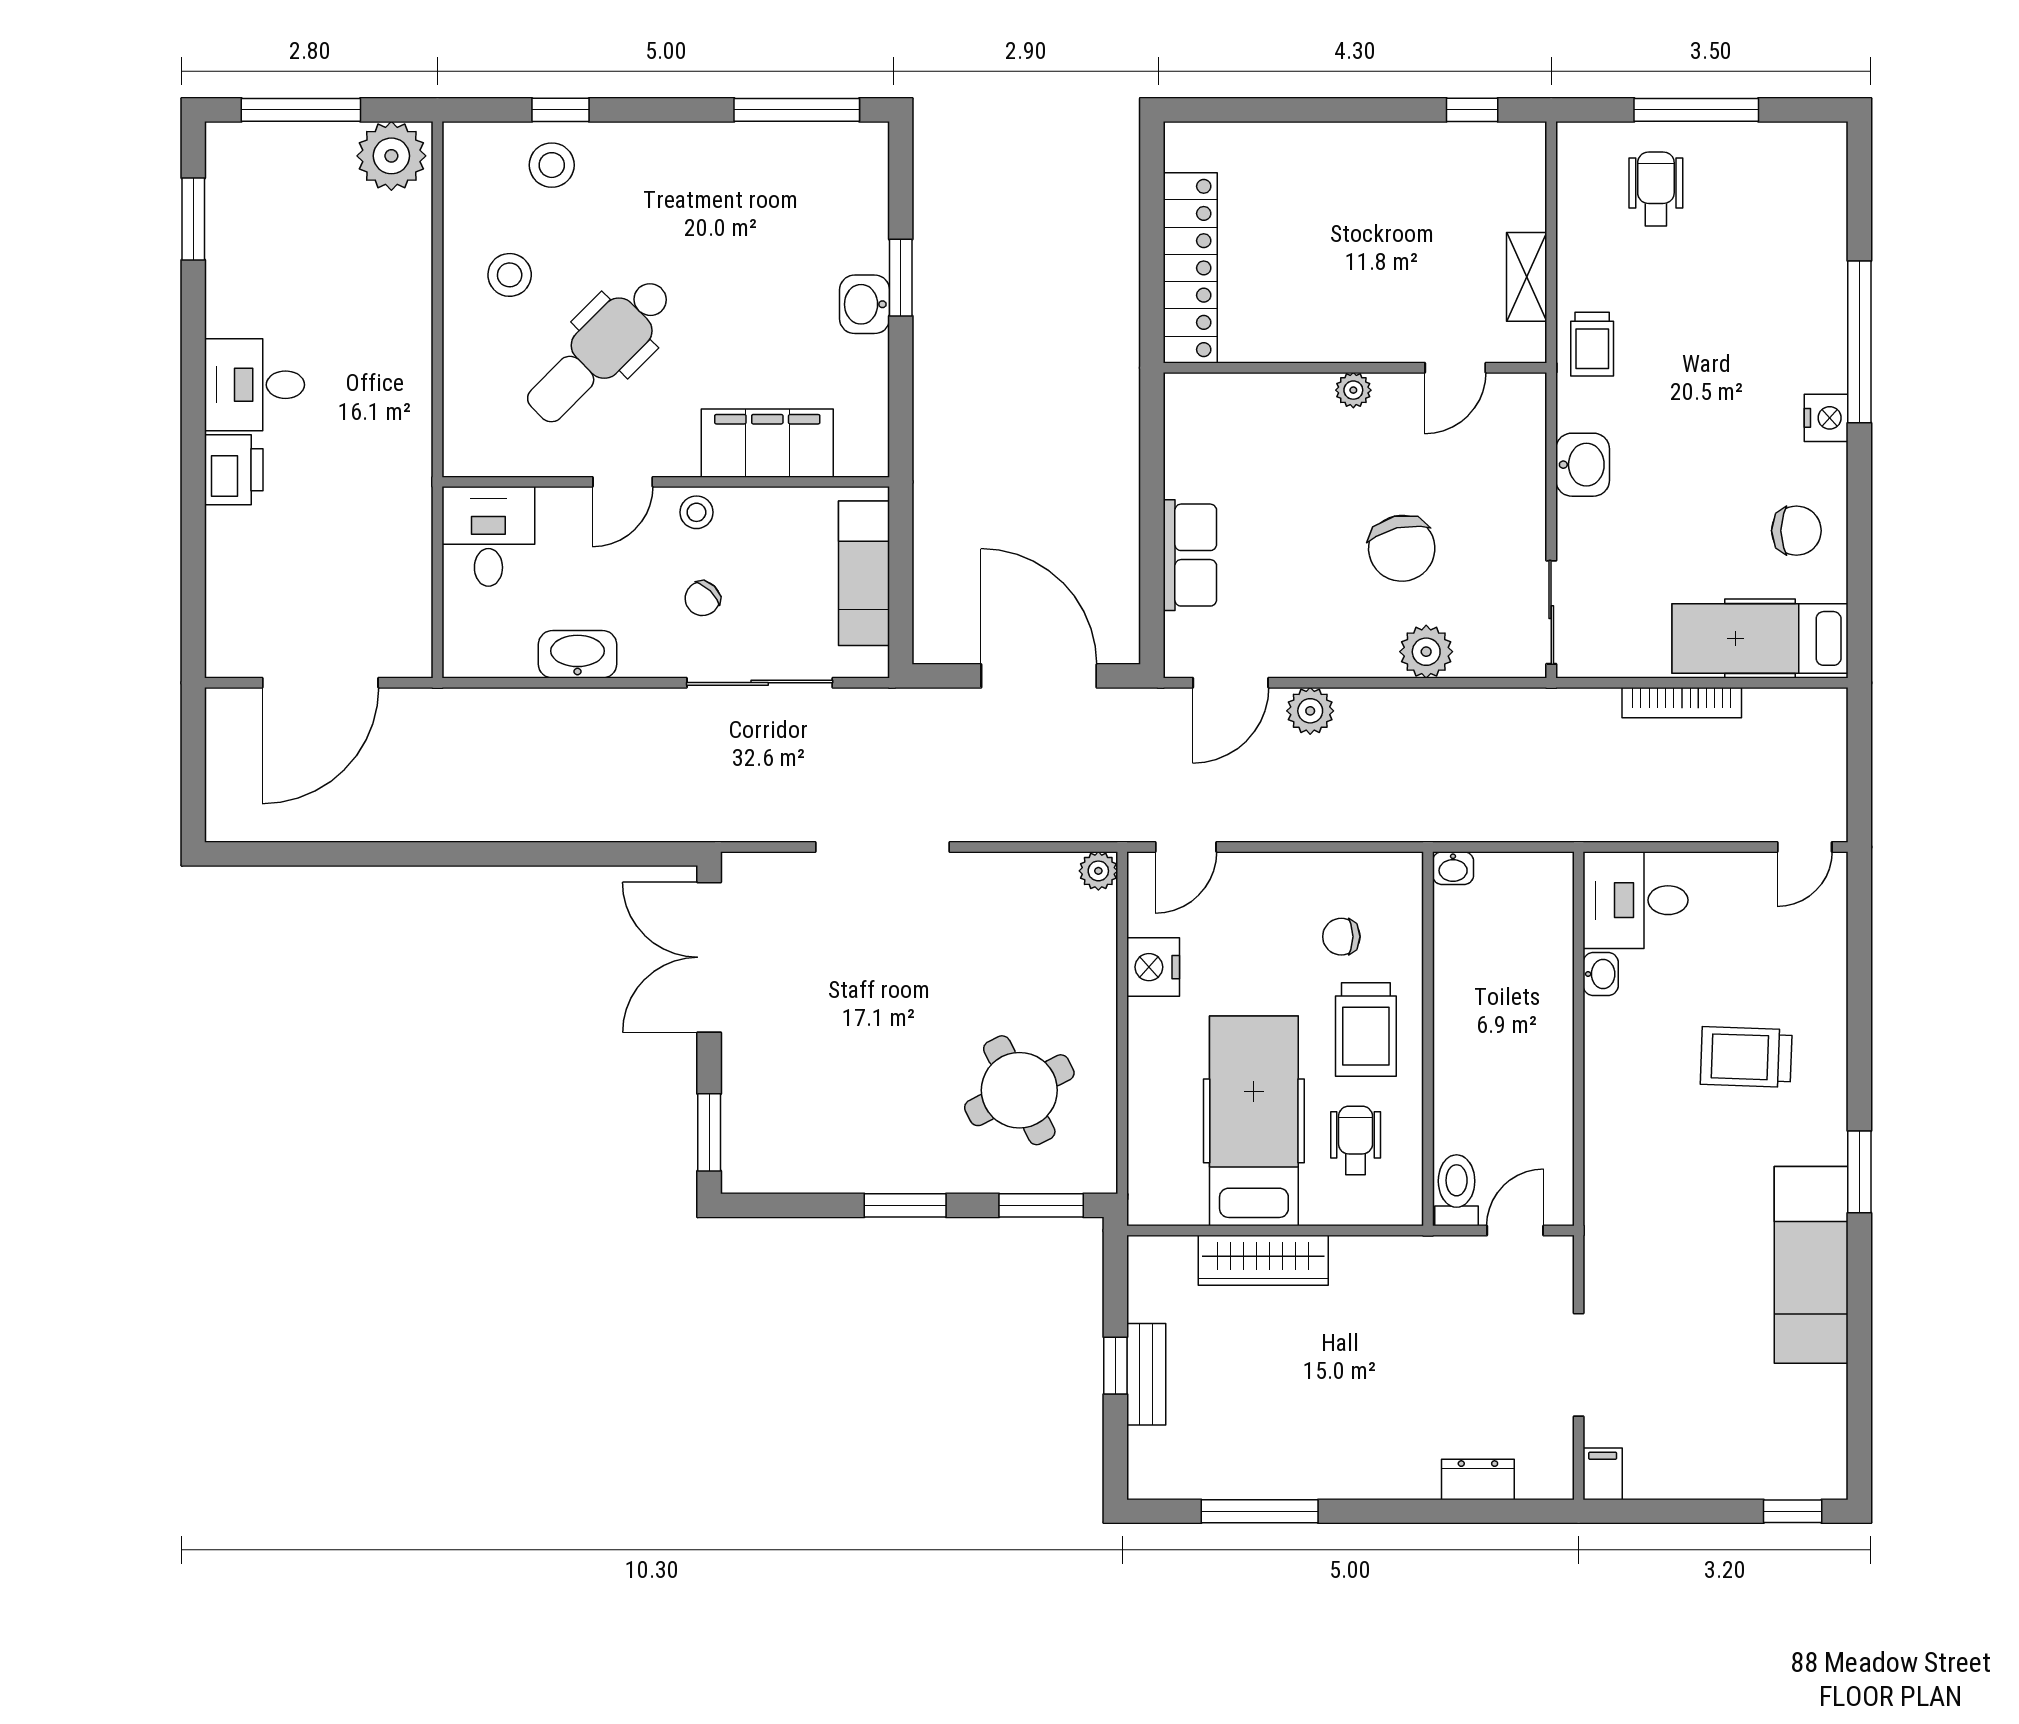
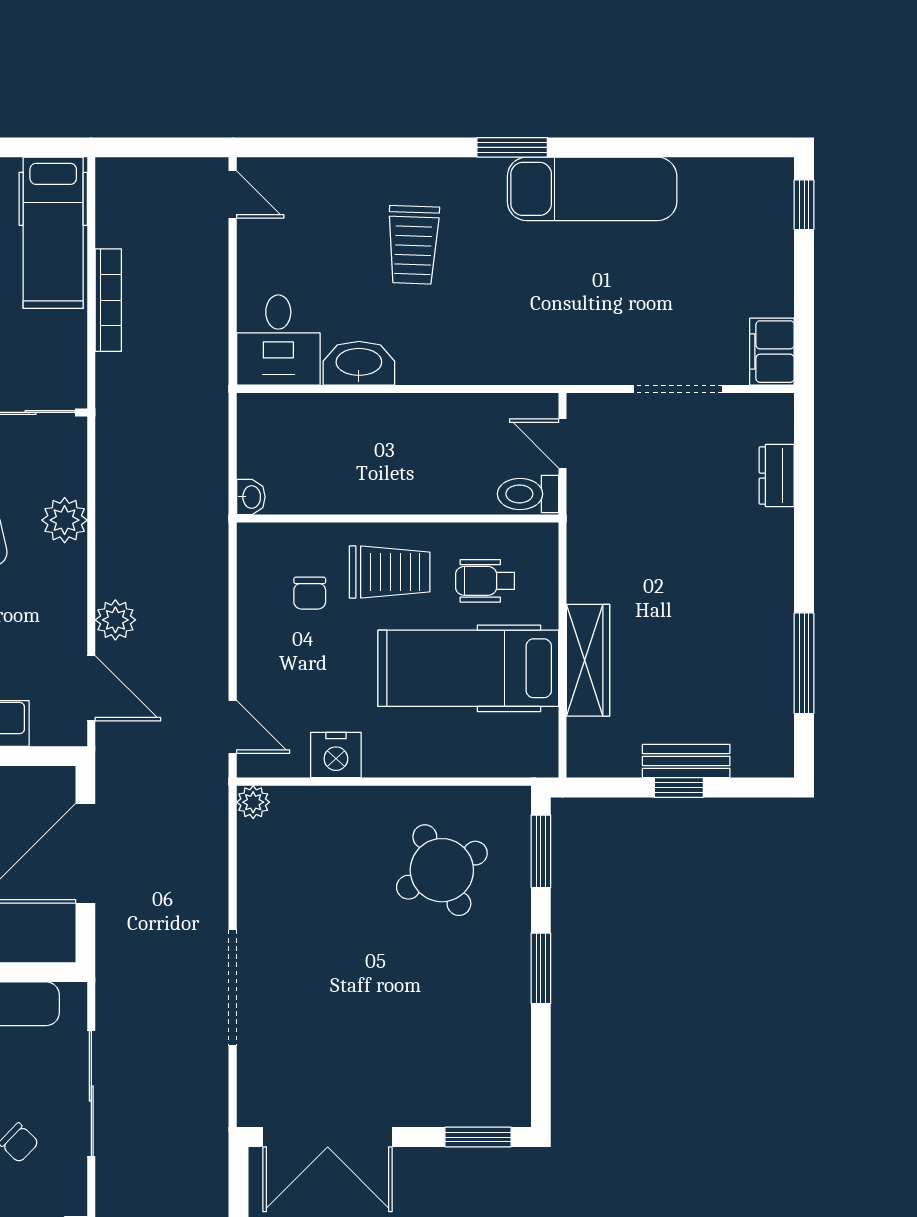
washbasin: (1601, 974) -> (359, 363), width x1.91, depth x1.45
filing cabinet: (1603, 1474) -> (772, 352), width x2.00

